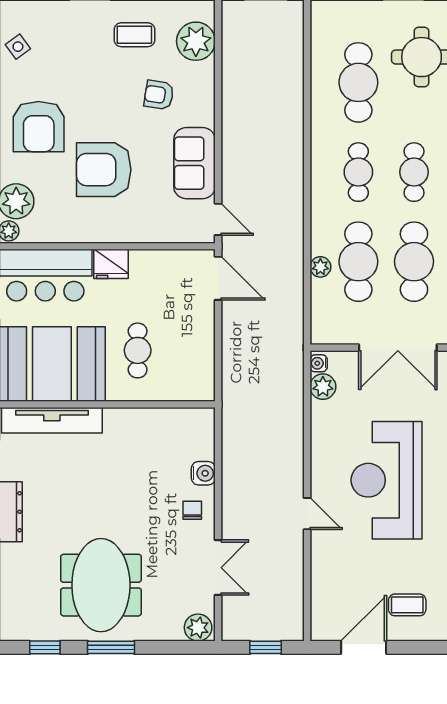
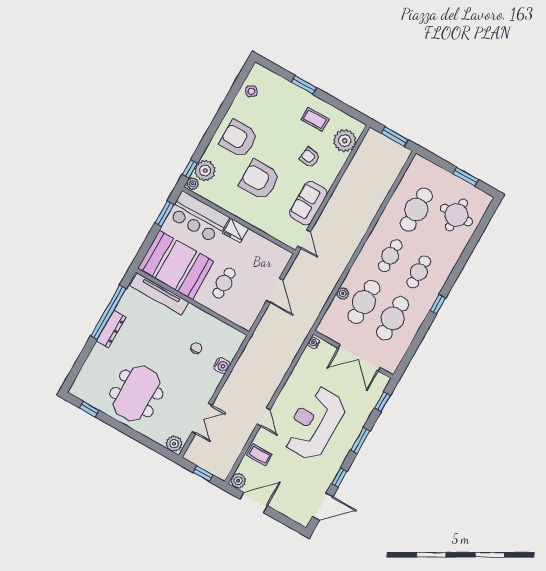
armchair: (39, 127) -> (239, 139), turned 90
door: (218, 278) -> (275, 290), moved
plant: (323, 387) -> (238, 481), moved
chair: (192, 510) -> (196, 348), moved
coffee table: (407, 605) -> (259, 455), moved
window: (111, 647) -> (123, 428), removed

